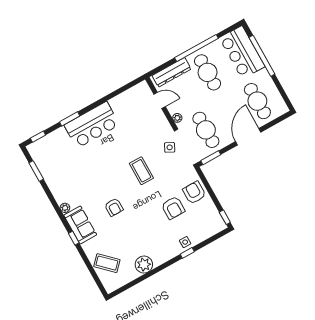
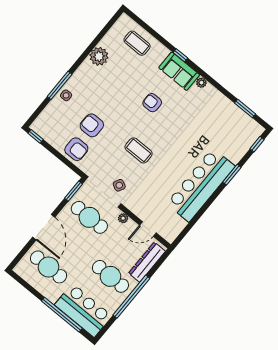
bar counter: (92, 125) -> (201, 185), width x1.36
window: (187, 253) -> (60, 85), width x2.17
coffee table: (107, 263) -> (137, 43), turned 46

